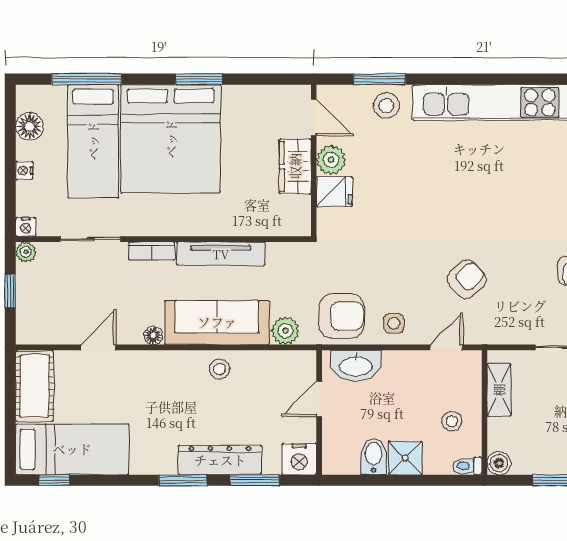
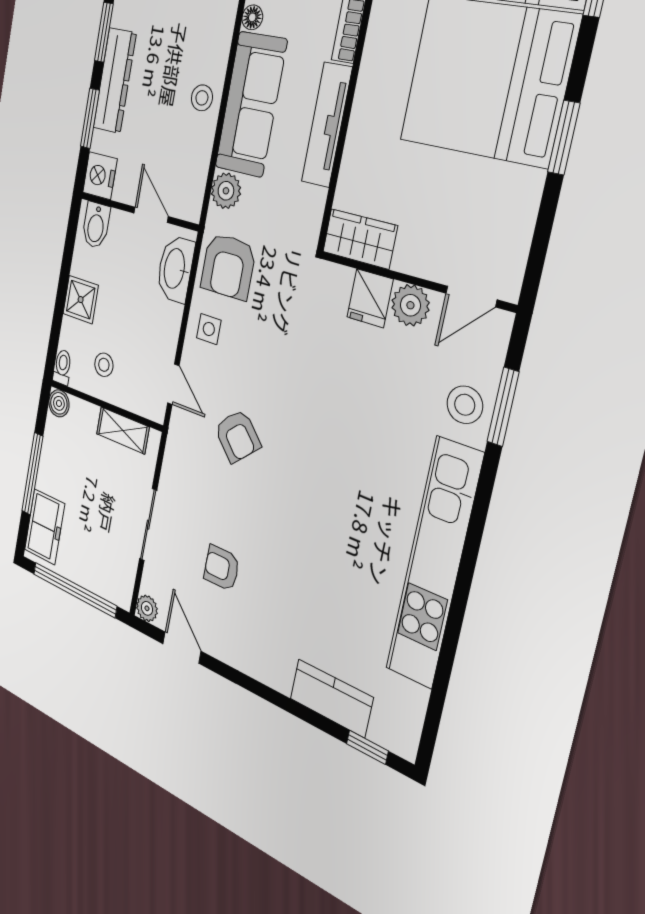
wardrobe: (295, 166) -> (360, 239), moved
bidet: (374, 456) -> (96, 225), moved, turned 90

